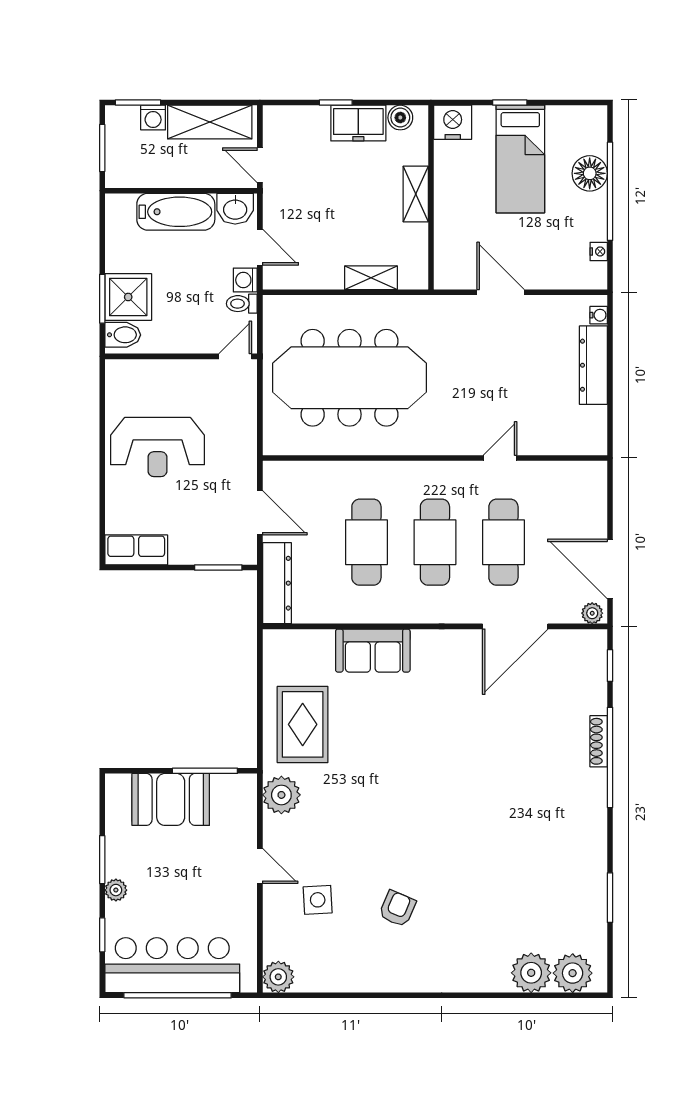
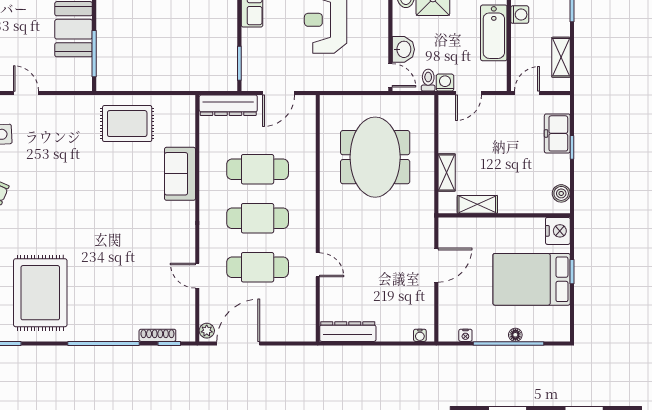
washing machine: (153, 118) -> (520, 15), moved, turned 180
shelving: (210, 122) -> (561, 57), width x0.67, depth x0.75
freezer: (358, 123) -> (557, 133), moved
bed: (520, 159) -> (532, 279), width x1.50
floor lamp: (590, 173) -> (515, 335), width x0.53, depth x0.53
shelving: (416, 194) -> (477, 204), moved
washbasin: (235, 209) -> (403, 49), moved, turned 180
dresser: (593, 365) -> (348, 332), moved
meeting table: (349, 378) -> (375, 157), width x0.73
door: (515, 626) -> (197, 276), width x0.53
shoe rack: (599, 741) -> (157, 335), moved
plant: (281, 795) -> (77, 108), removed
rug: (539, 846) -> (40, 293), added
door: (260, 866) -> (26, 93), swing flipped

